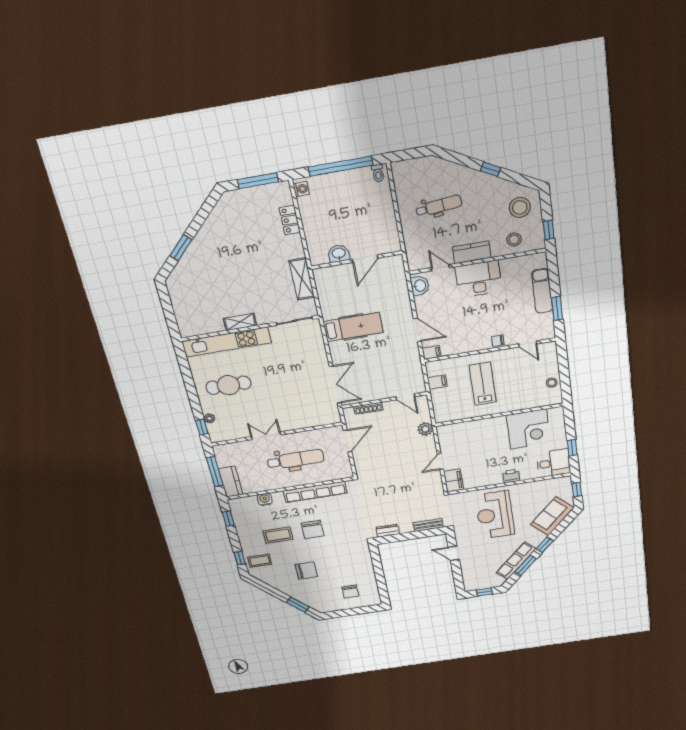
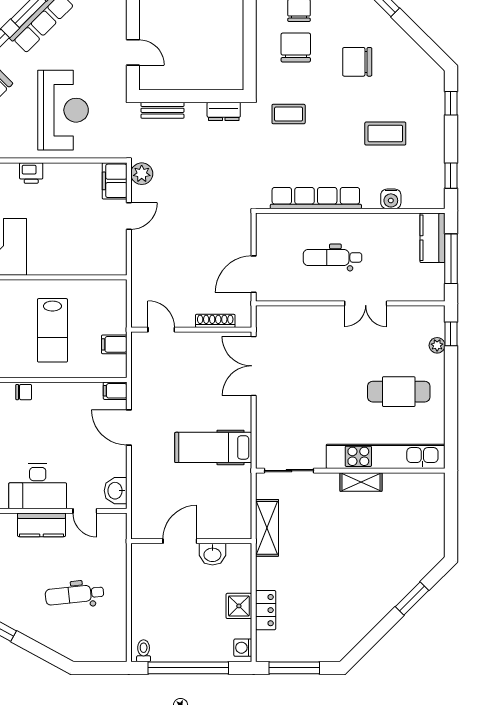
shower: (311, 220) -> (239, 606), added
plant: (425, 429) -> (142, 174), moved
dental chair: (296, 459) -> (332, 257), width x0.73, depth x0.72
chair: (313, 530) -> (296, 48), moved
coffee table: (260, 561) -> (289, 114), moved

